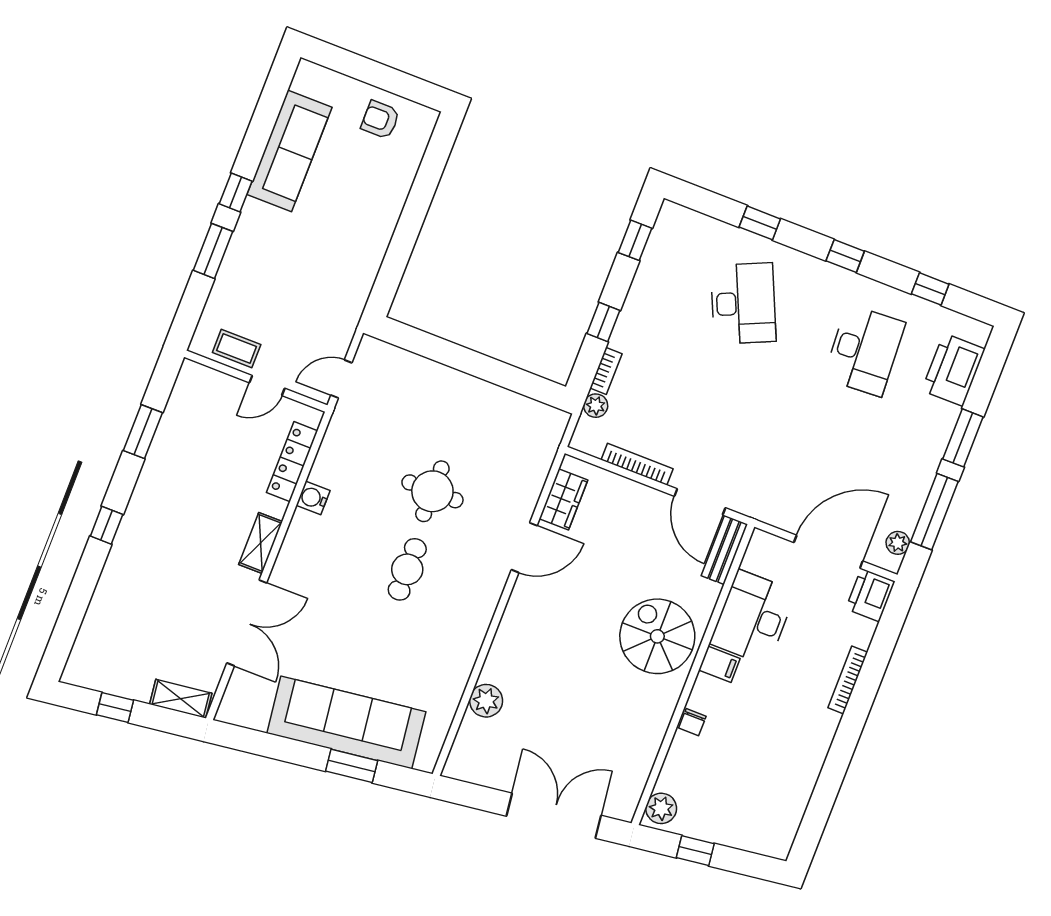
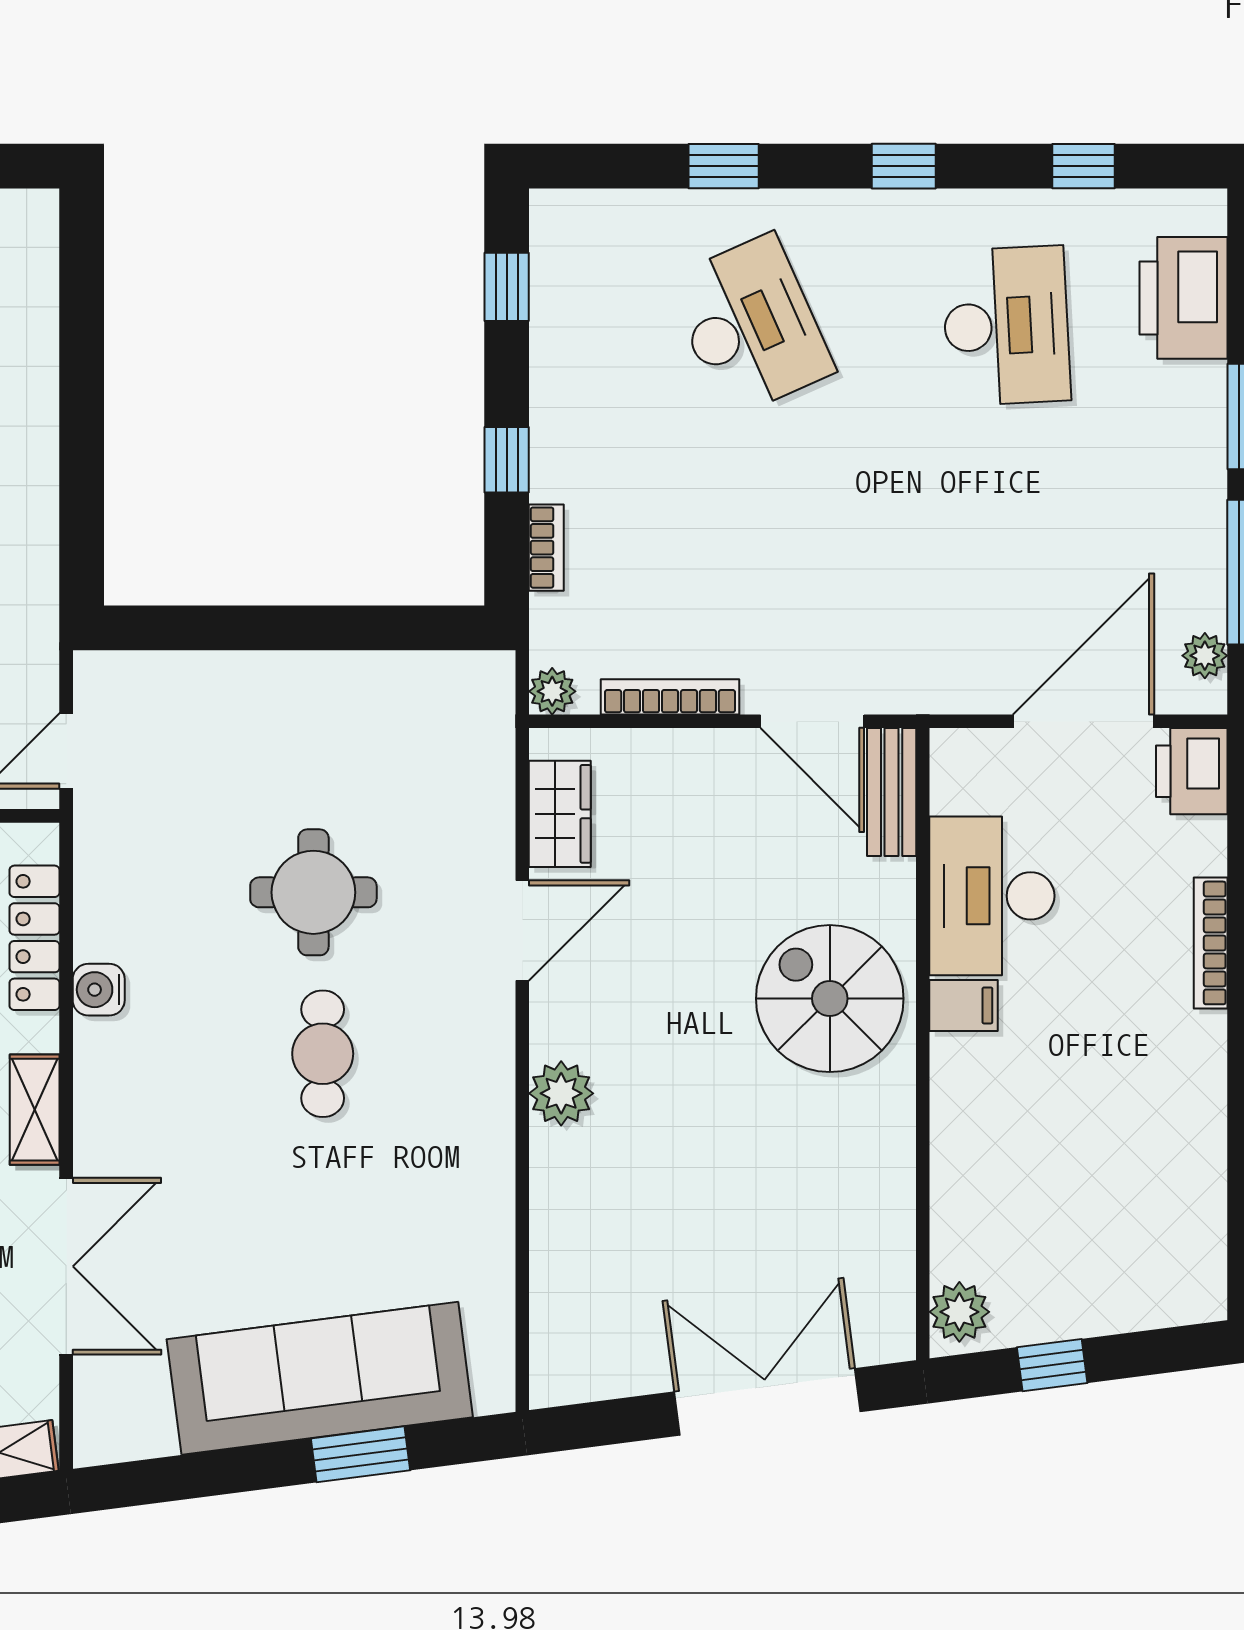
plant: (596, 406) -> (552, 691), moved
plant: (486, 701) -> (561, 1093), moved
chair: (692, 722) -> (955, 1131), removed

